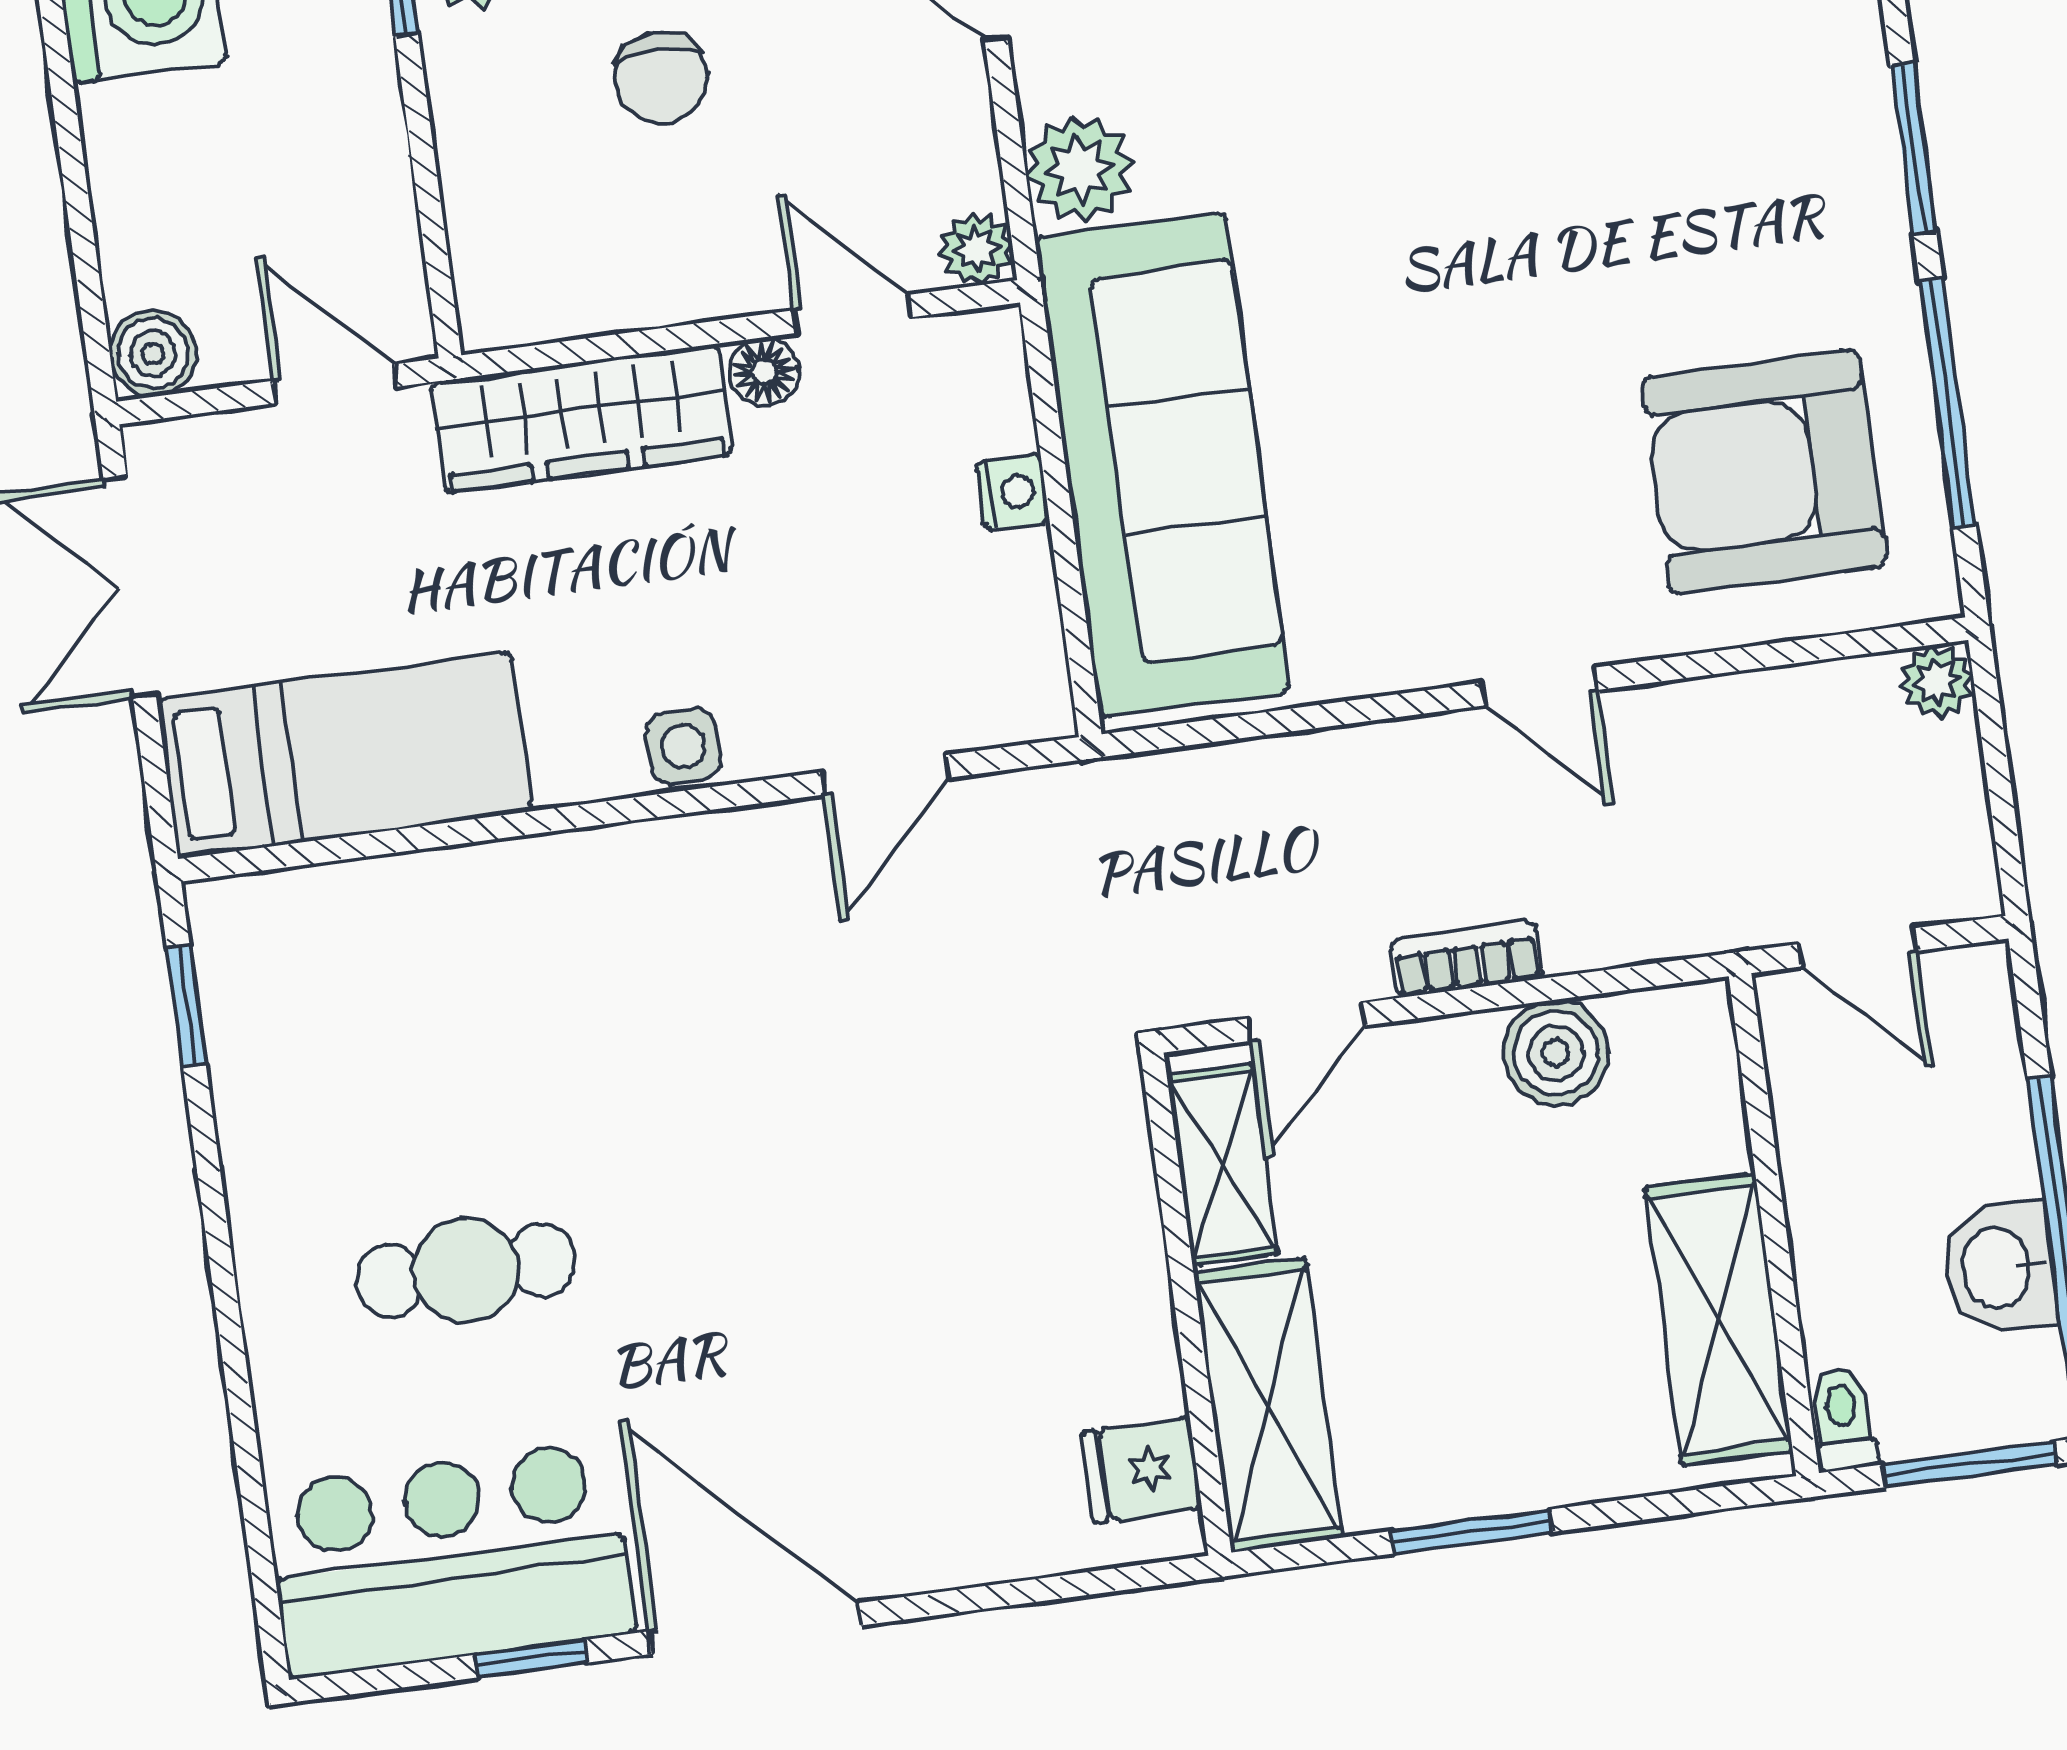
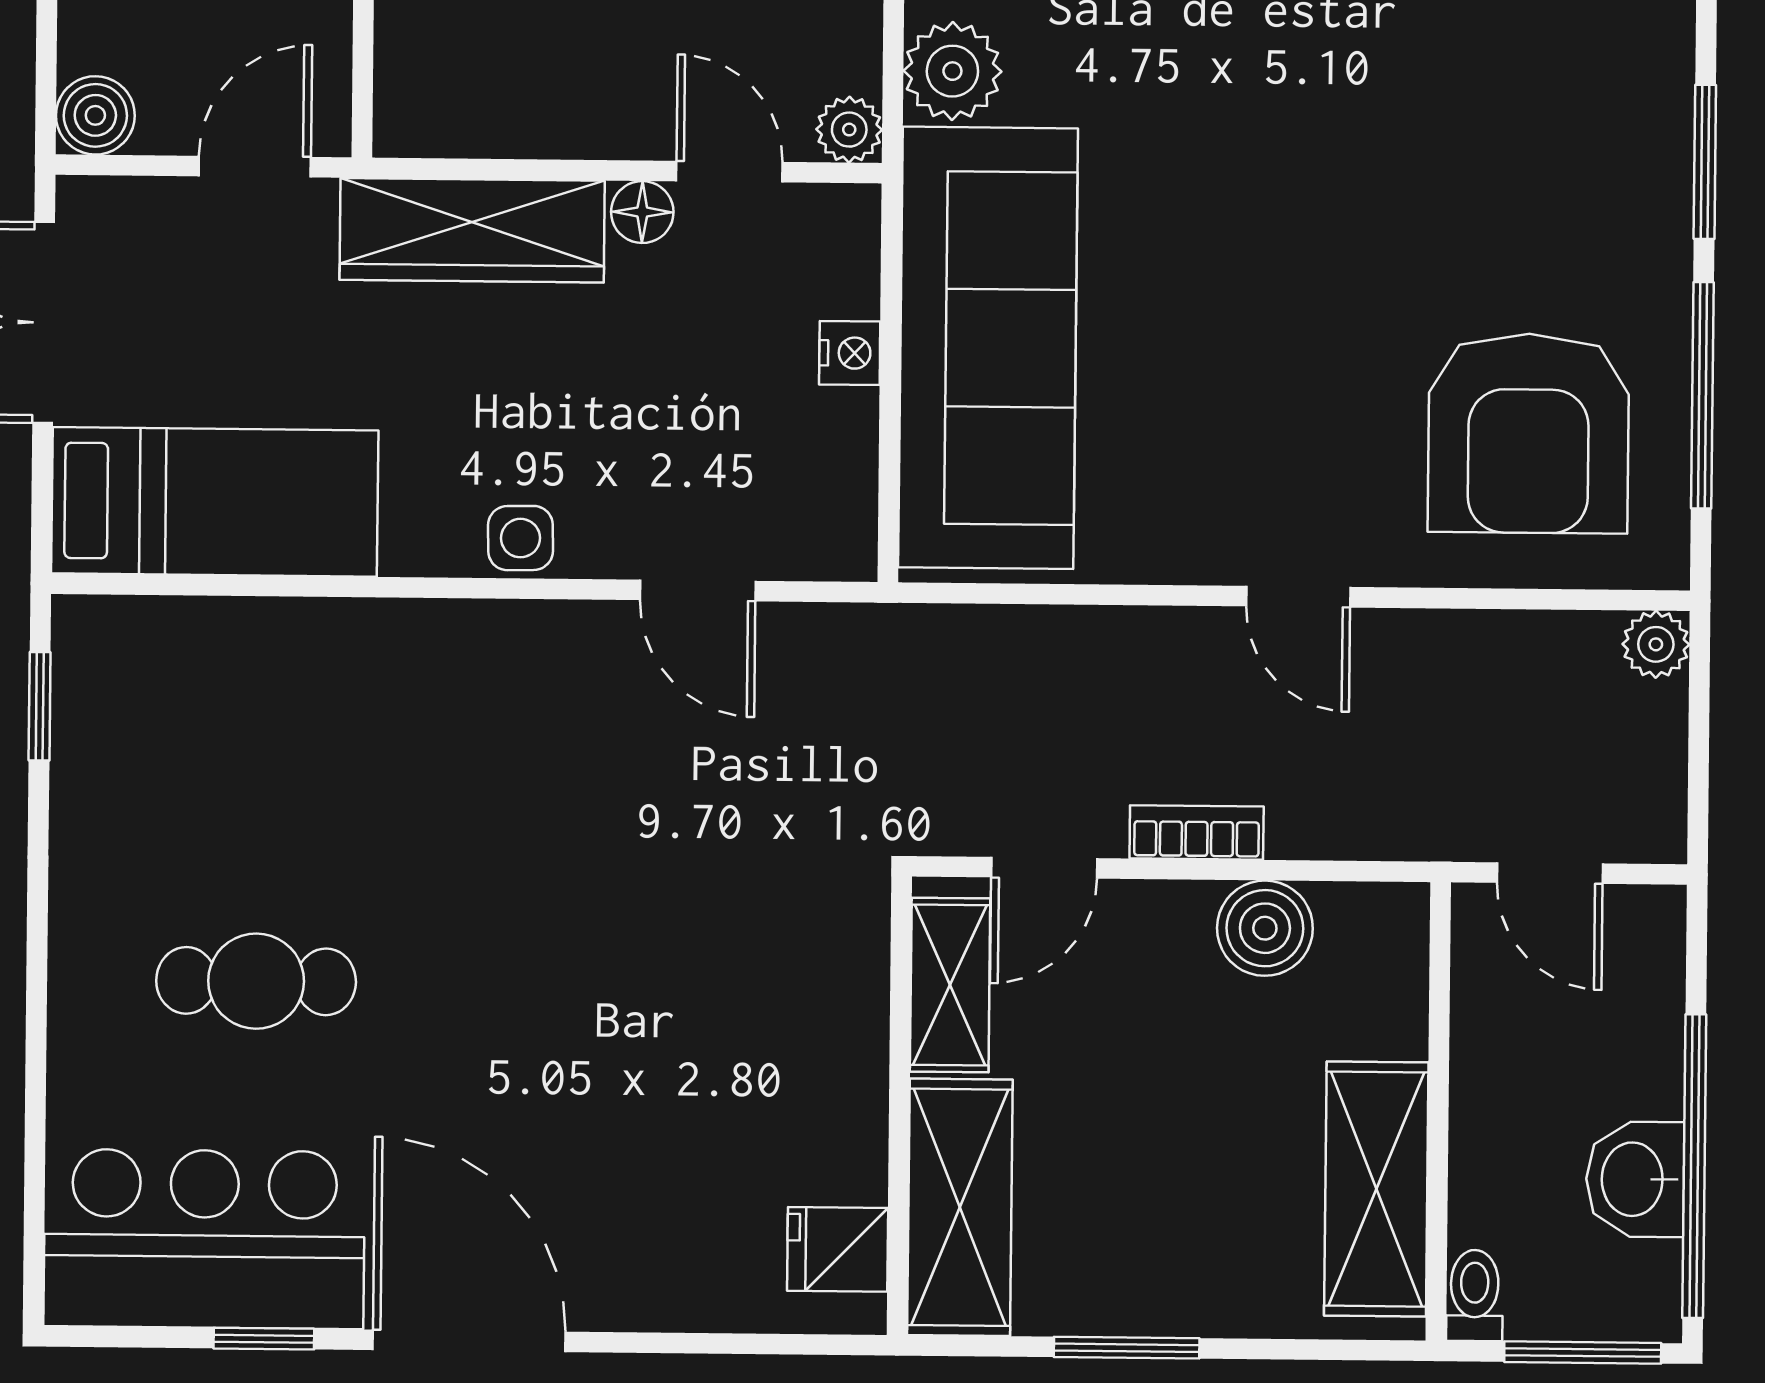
door: (335, 384) -> (255, 167), hinge flipped
armchair: (1764, 472) -> (1528, 433), turned -90
door: (885, 775) -> (698, 590), hinge flipped

